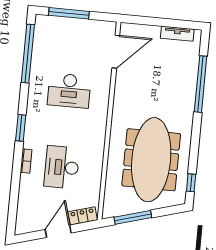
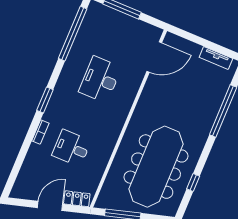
desk: (69, 91) -> (100, 80), turned 90
desk: (62, 167) -> (72, 148), width x0.73
window: (191, 183) -> (193, 182), moved

